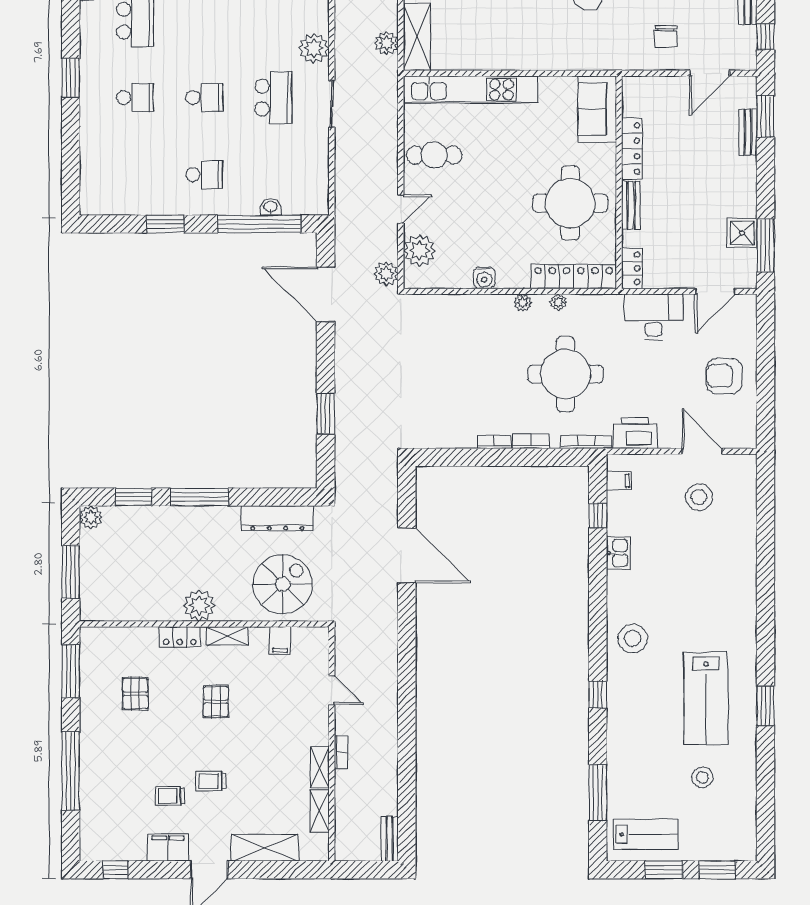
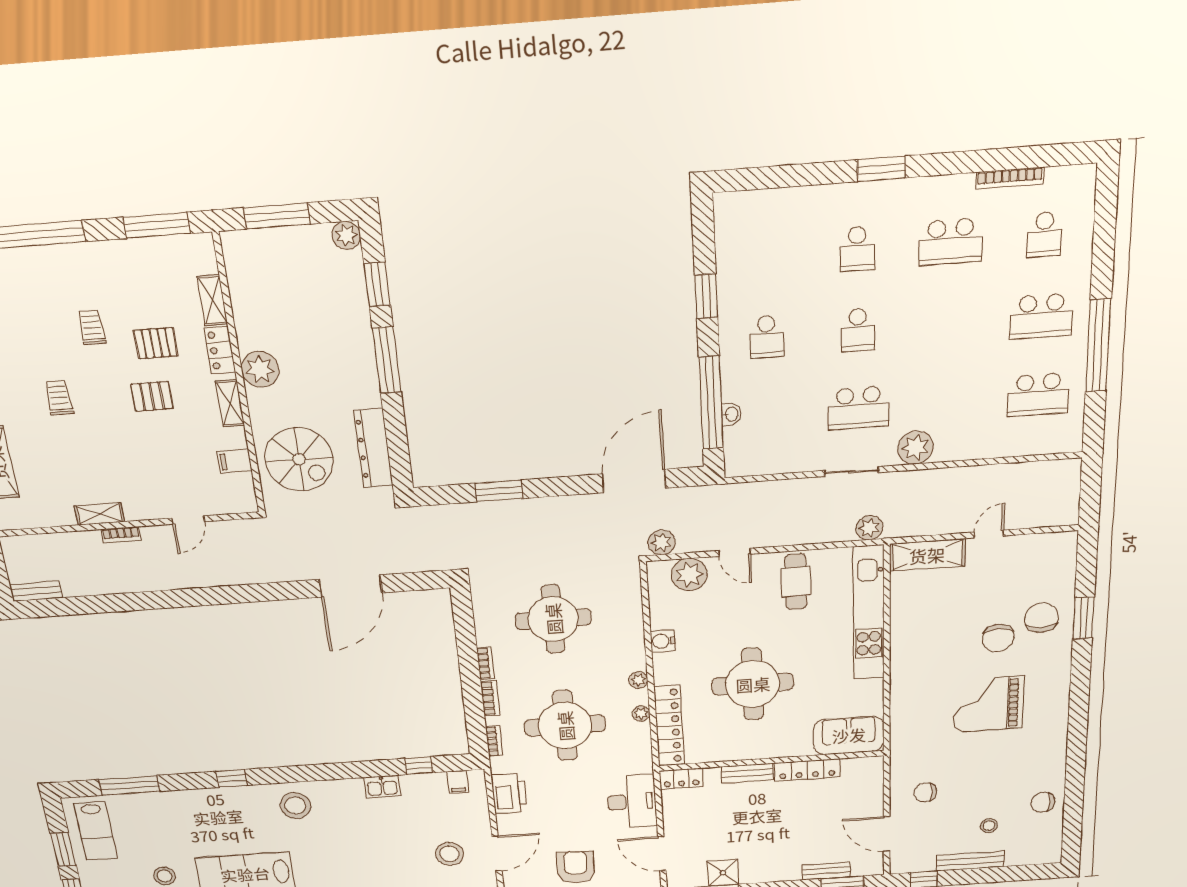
plant: (386, 43) -> (869, 528), moved
round table: (570, 203) -> (753, 684), moved
round table: (454, 376) -> (553, 619), added
bookcase: (586, 442) -> (494, 741), width x0.64
pallet: (135, 694) -> (156, 343), moved
trolley: (170, 796) -> (92, 327), moved
shelving: (320, 811) -> (212, 300), moved, turned 90

